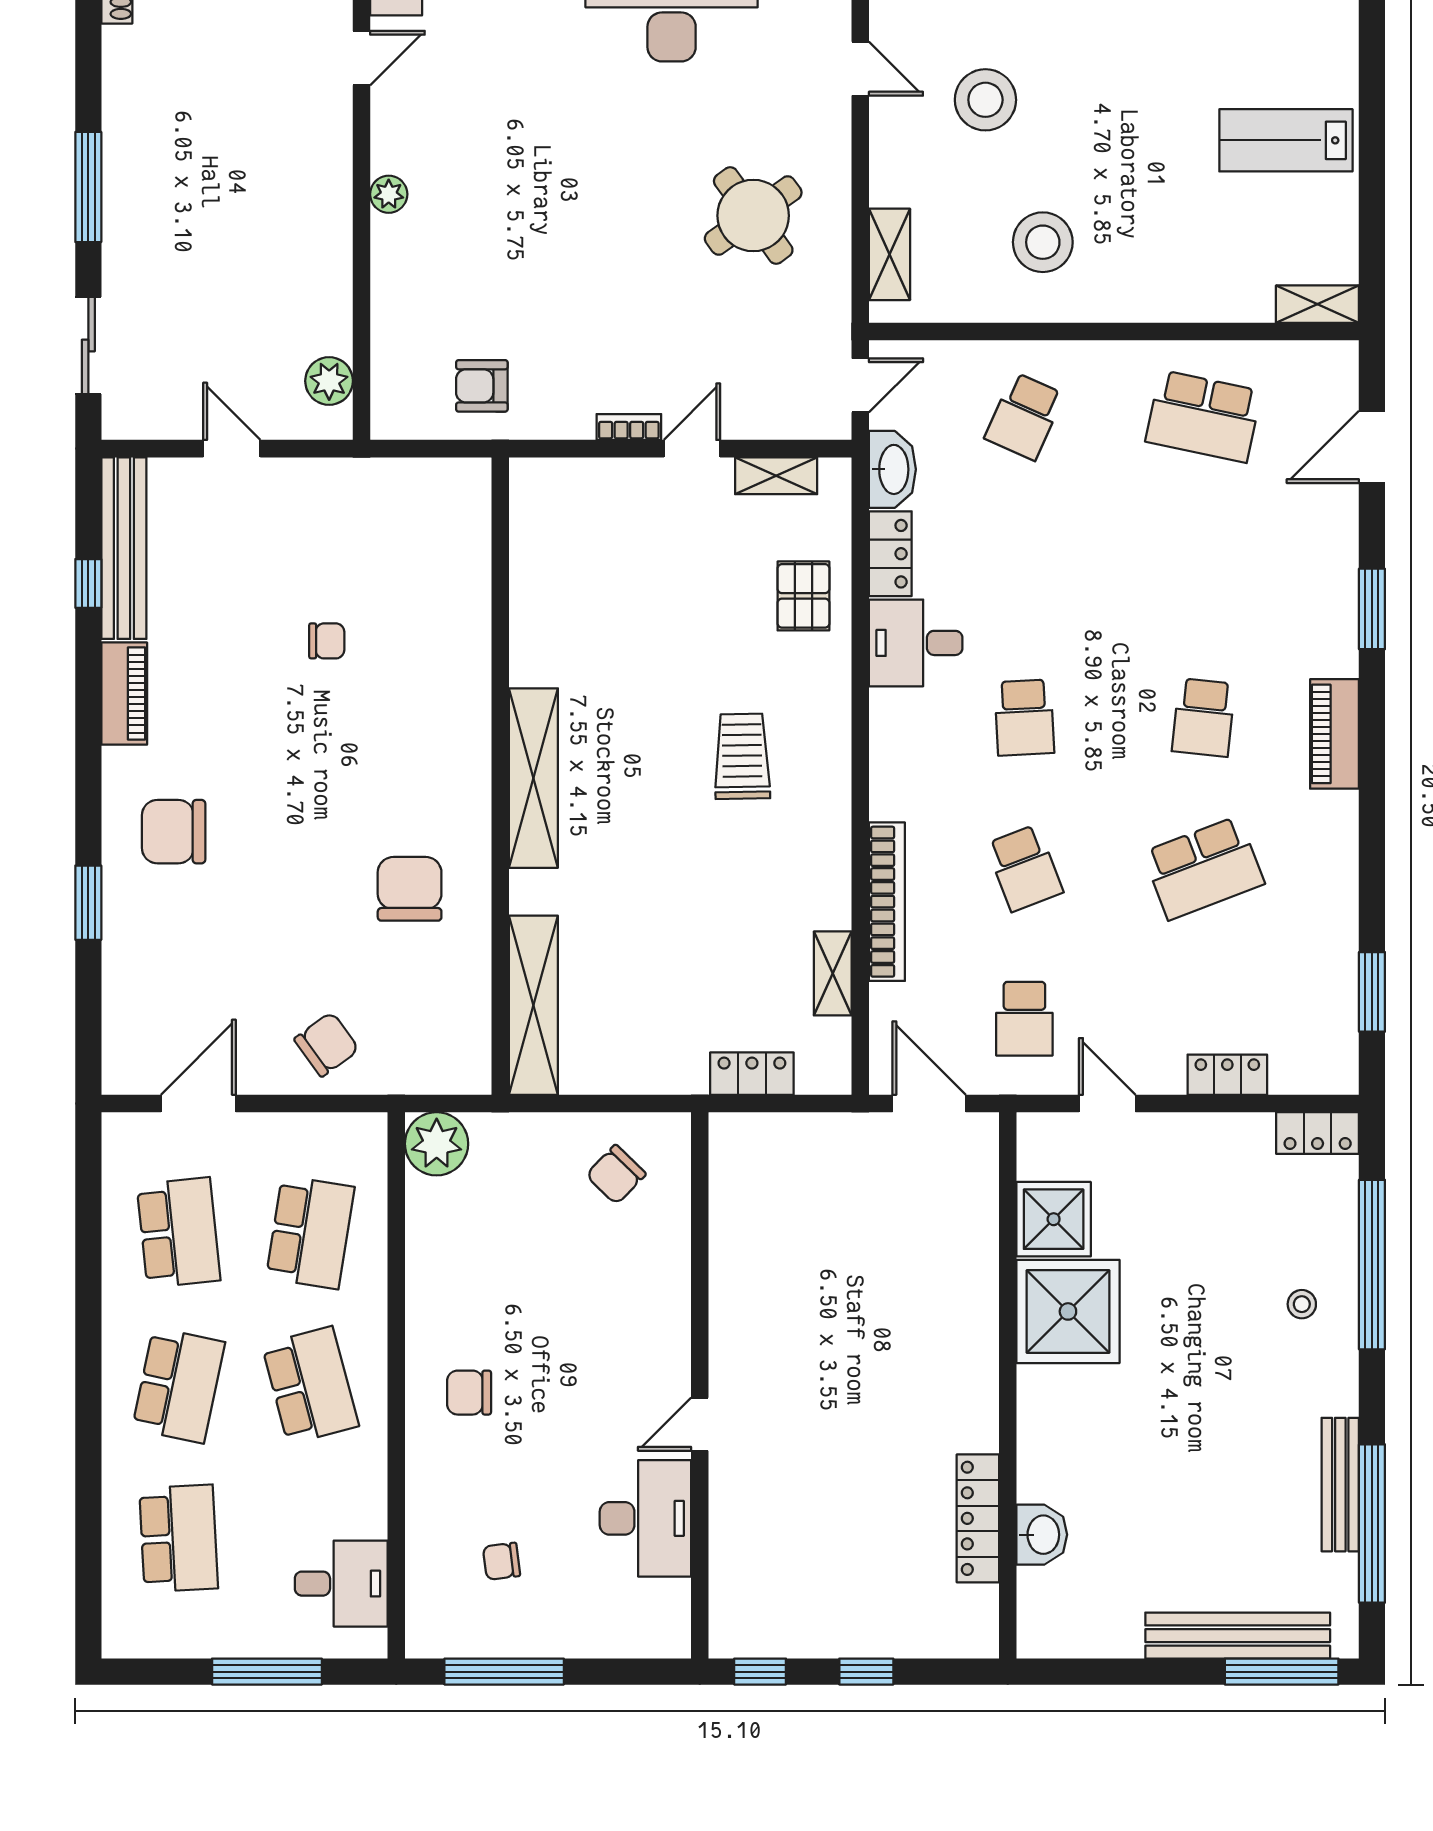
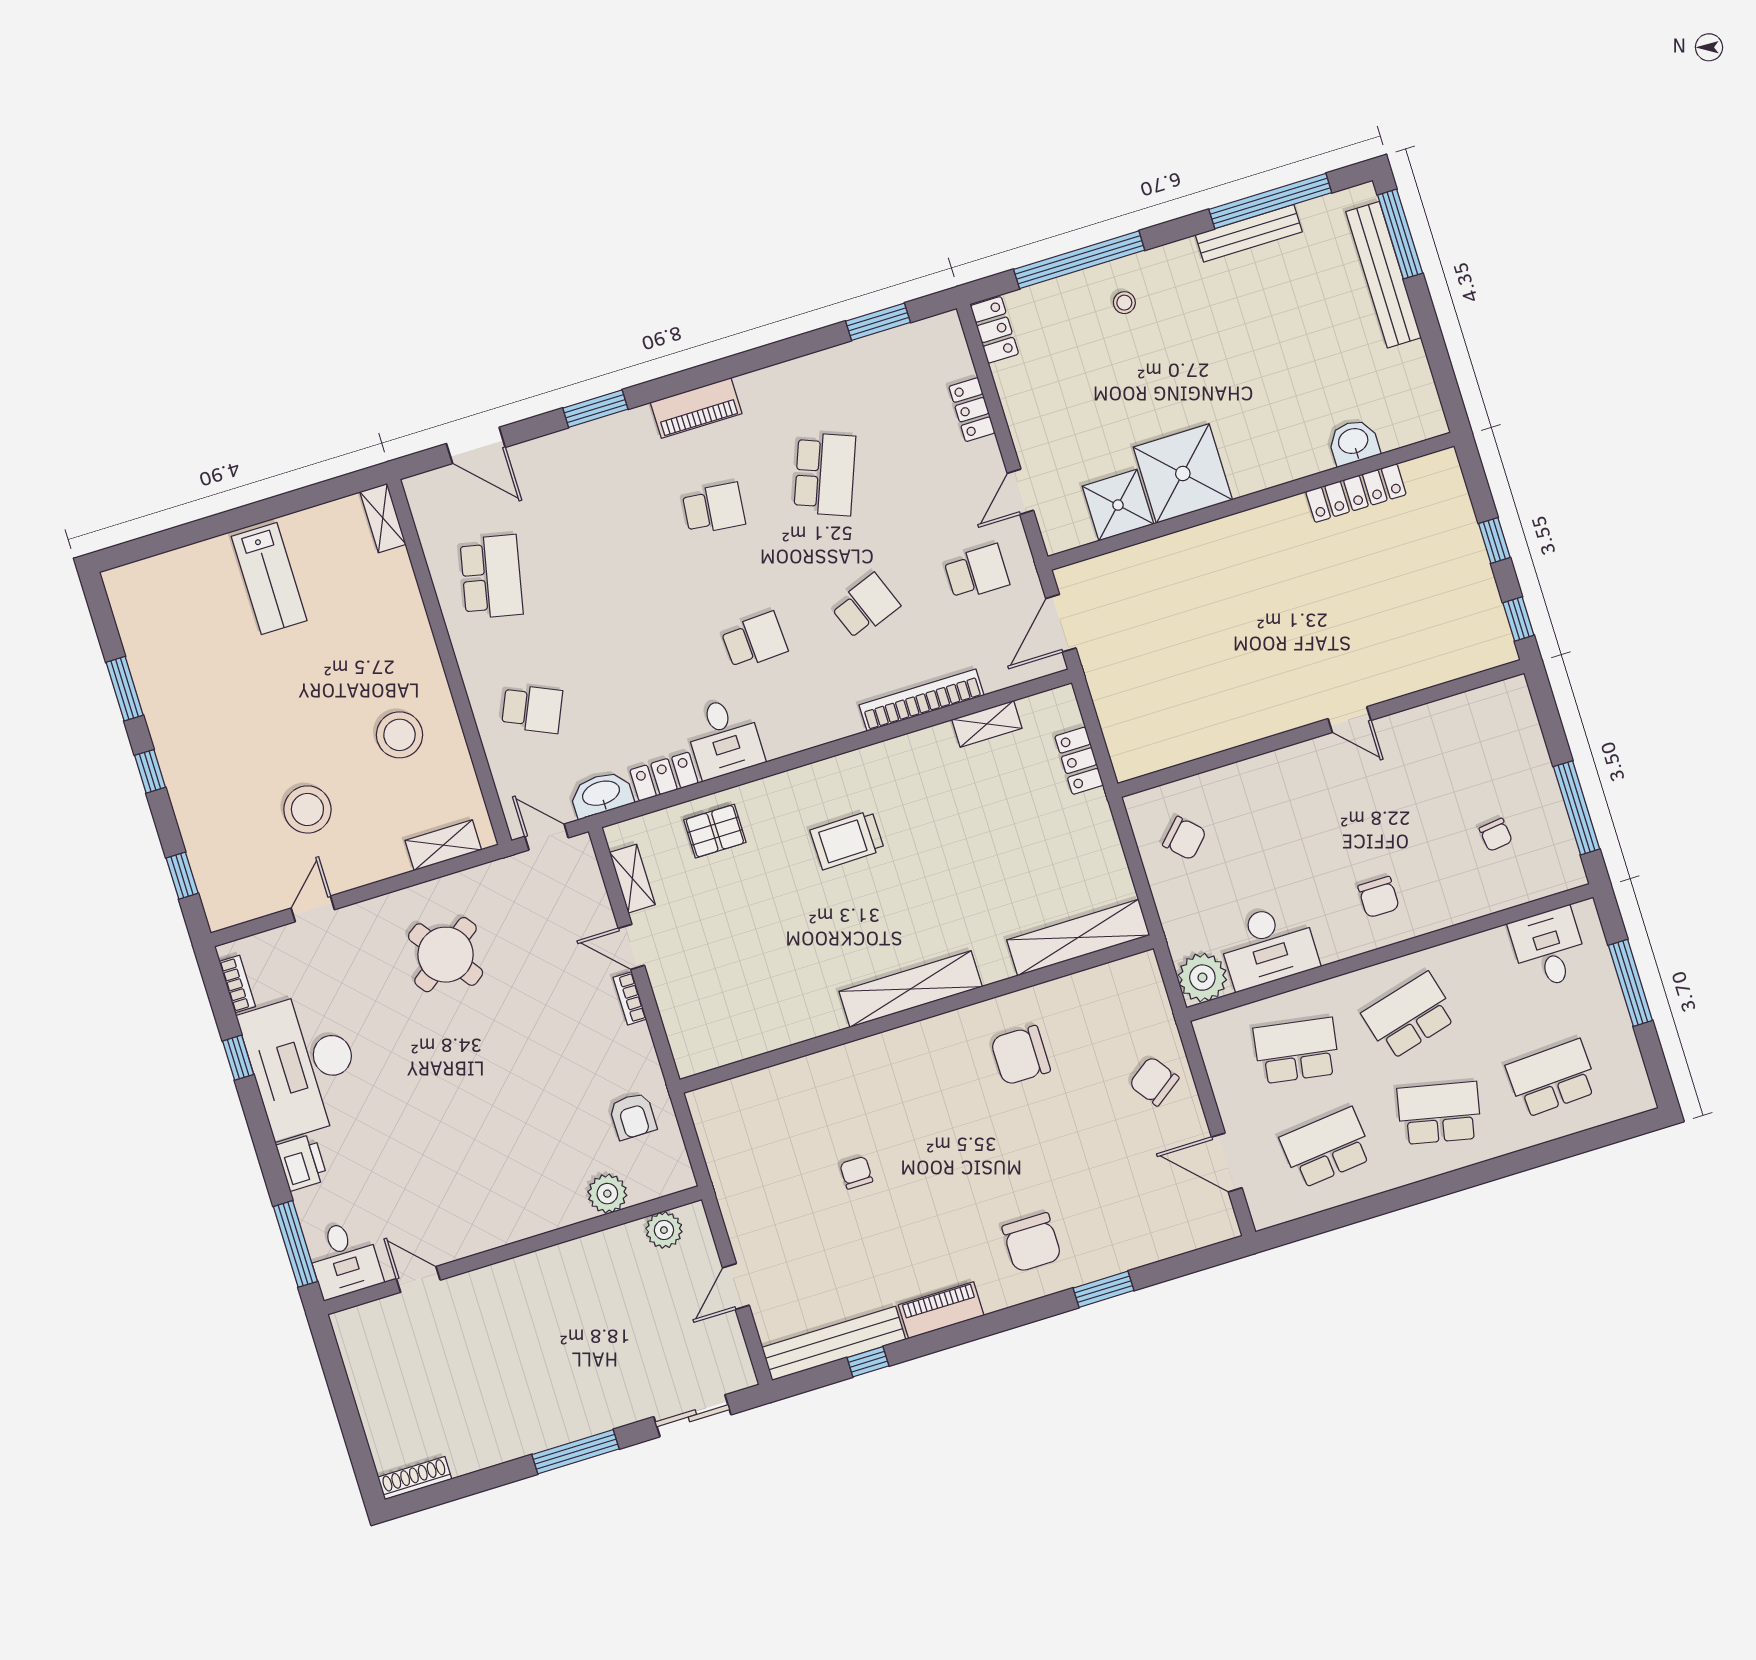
plant: (389, 194) -> (607, 1194), moved, width x1.38, depth x1.38
school desk: (1203, 868) -> (825, 474), turned 42
desk: (645, 1518) -> (1268, 946), moved, turned 180

